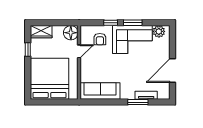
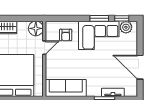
window: (111, 23) -> (122, 18), moved
door: (173, 71) -> (140, 67), hinge flipped

